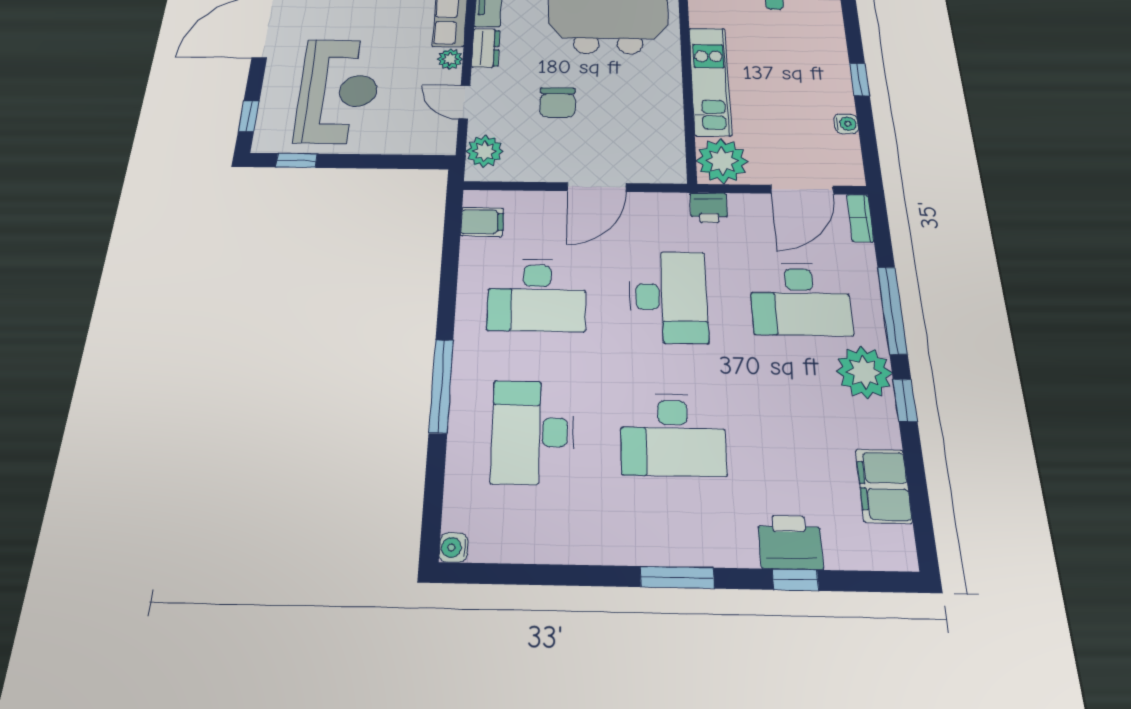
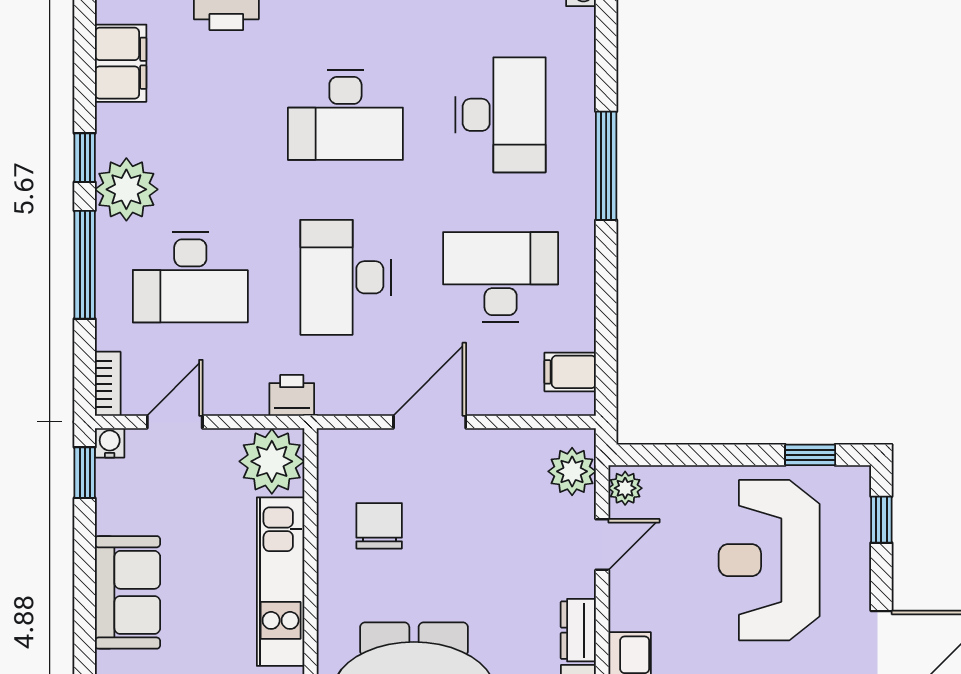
plant: (450, 59) -> (625, 488), moved
sofa: (826, 75) -> (127, 592), added
window: (859, 79) -> (85, 473), moved
door: (464, 102) -> (602, 545), hinge flipped
chair: (558, 103) -> (379, 526), moved
water cooler: (846, 124) -> (110, 443), moved, turned 90
door: (802, 190) -> (175, 422), width x0.73
desk: (800, 299) -> (190, 277), turned 180
desk: (673, 434) -> (345, 115), turned 180

